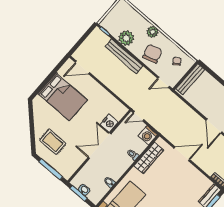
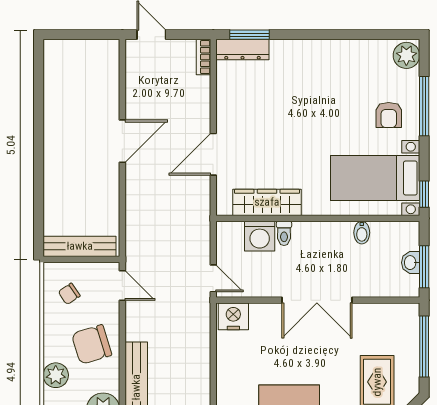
nightstand: (109, 123) -> (233, 316), moved
washing machine: (148, 135) -> (260, 236), moved, turned 90
door: (182, 154) -> (213, 154), hinge flipped

